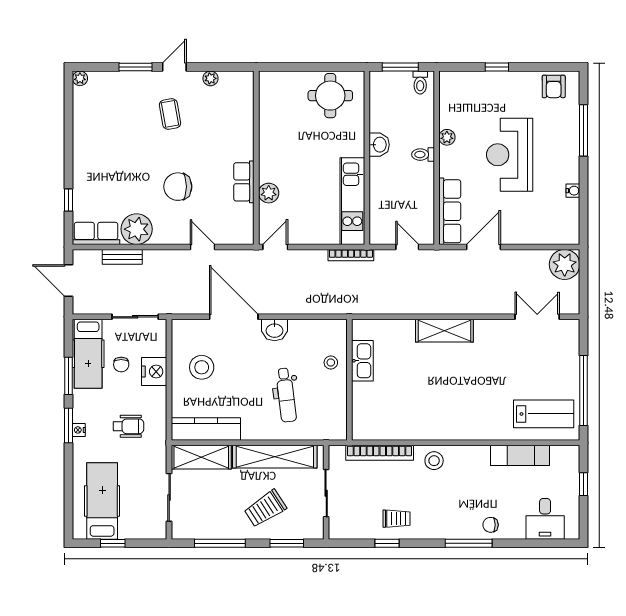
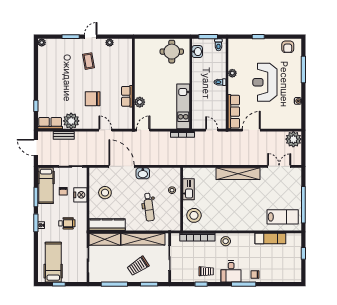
washbasin: (379, 145) -> (197, 52), moved
shelving: (444, 331) -> (238, 174), width x1.47
stool: (373, 411) -> (194, 215), added
desk: (545, 519) -> (231, 271), moved

